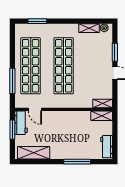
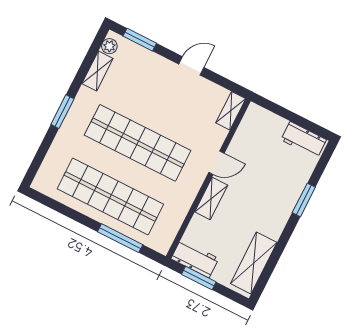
window: (37, 21) -> (62, 112), moved
window: (115, 52) -> (140, 40), moved
door: (35, 109) -> (216, 163), moved
shelving: (102, 116) -> (211, 198), moved
window: (77, 162) -> (304, 200), width x0.69

